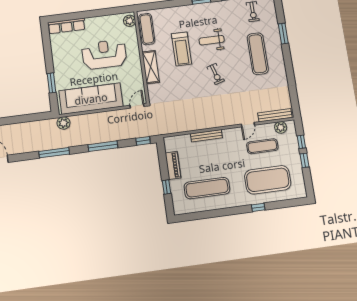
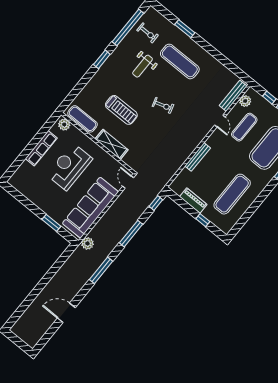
row of seats: (67, 26) -> (41, 148), moved
weight bench: (212, 40) -> (143, 66), moved

